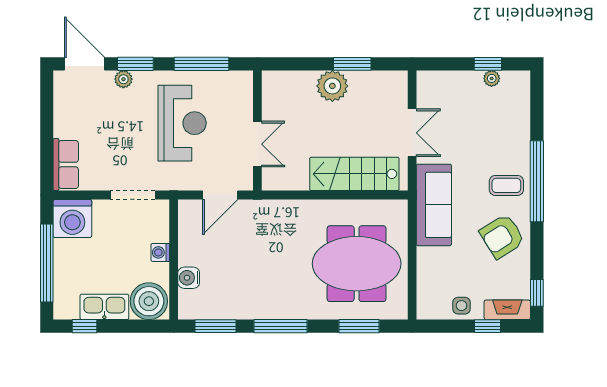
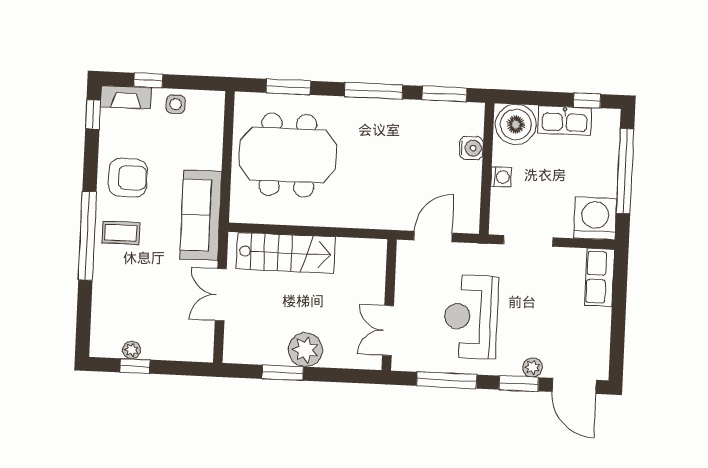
double door: (257, 144) -> (388, 330), moved
armchair: (502, 236) -> (128, 178), turned 32

